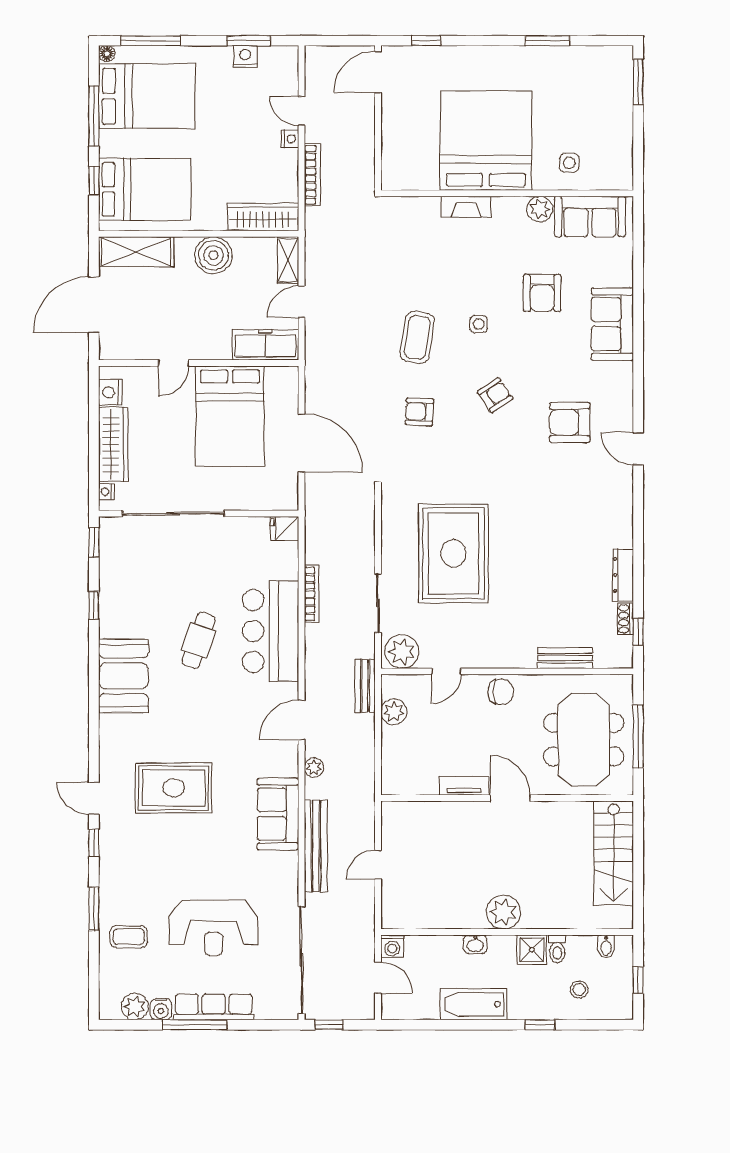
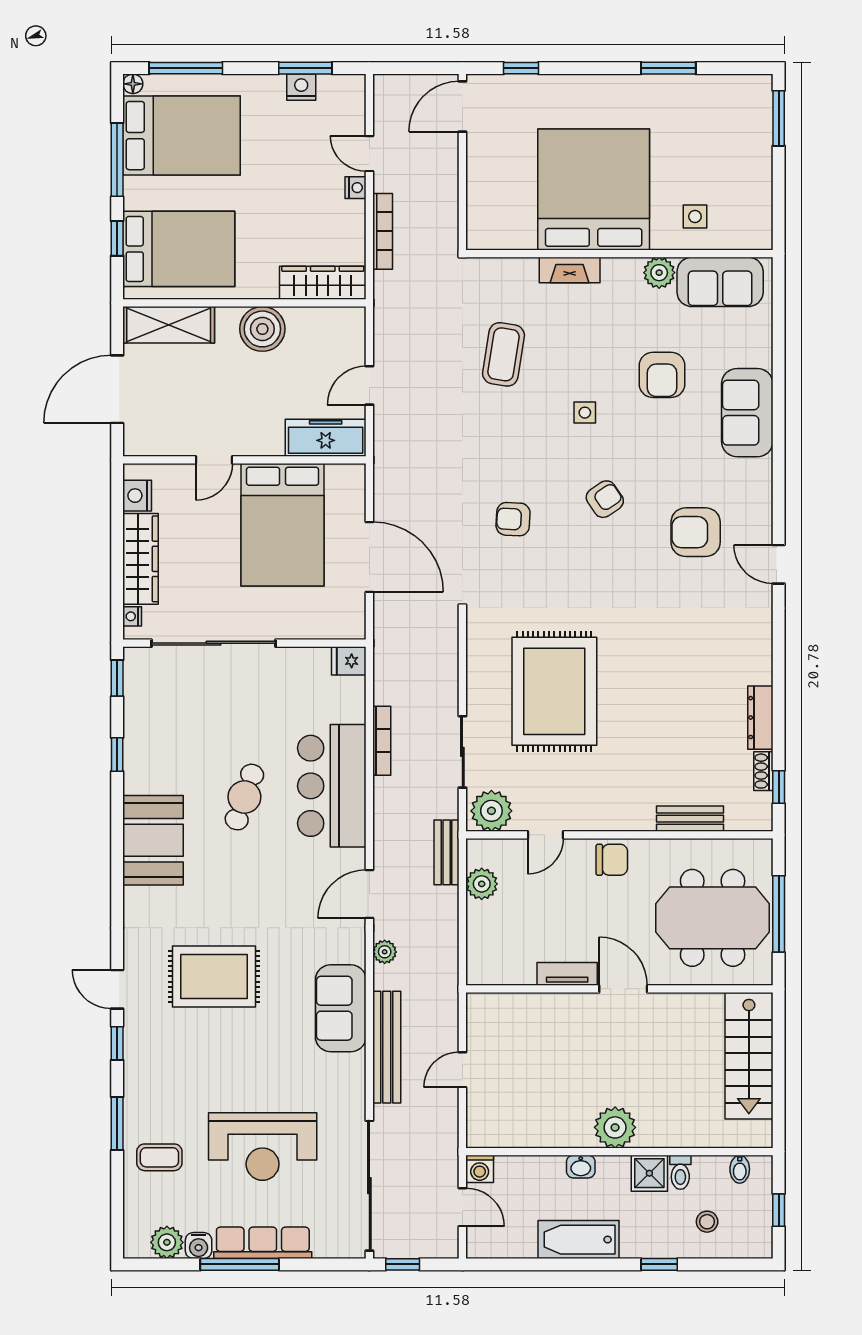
shelving: (288, 260) -> (353, 335), removed
coffee table: (417, 337) -> (503, 354), moved
meeting table: (584, 740) -> (713, 918), turned 90

